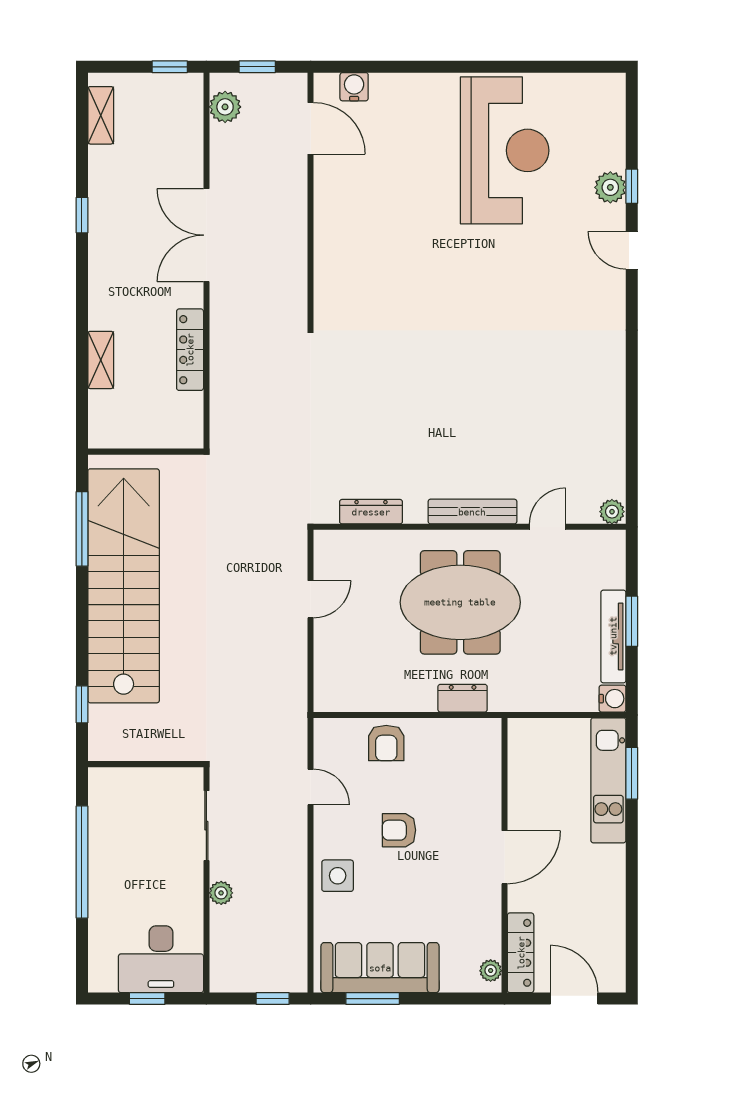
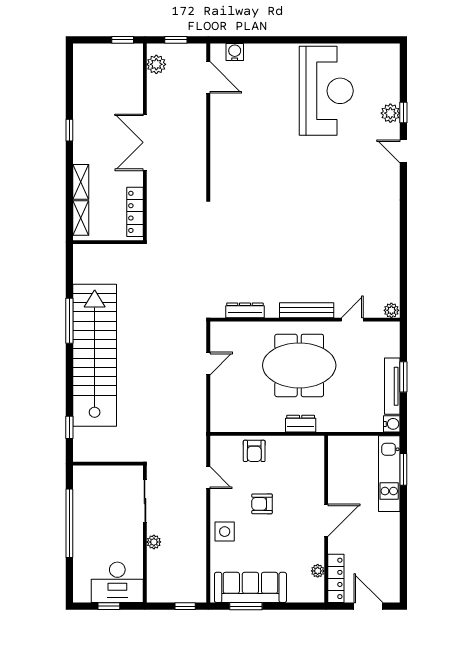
shelving: (101, 115) -> (81, 182), moved
wall: (146, 452) -> (108, 242), moved
plant: (491, 971) -> (318, 571), moved

